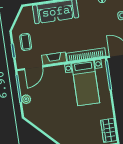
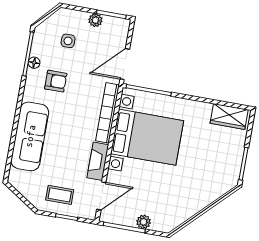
armchair: (95, 16) -> (56, 81), added
door: (34, 68) -> (101, 196), hinge flipped
bed with nightstands: (86, 83) -> (147, 137), width x1.36

